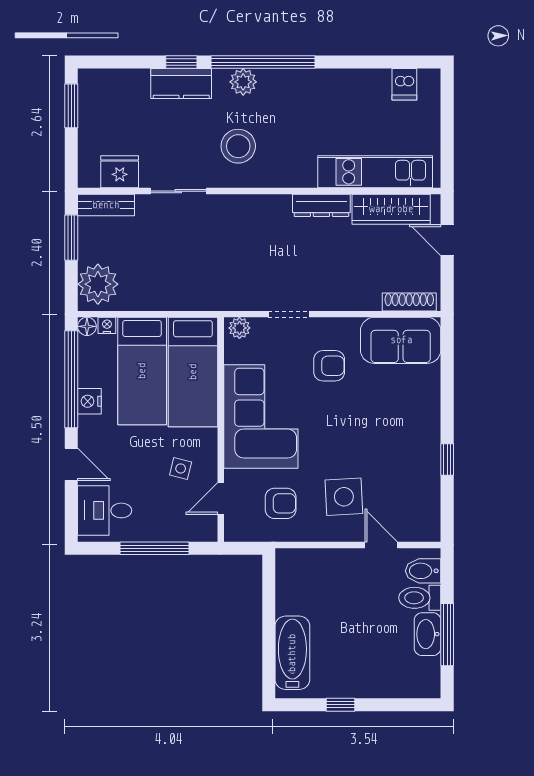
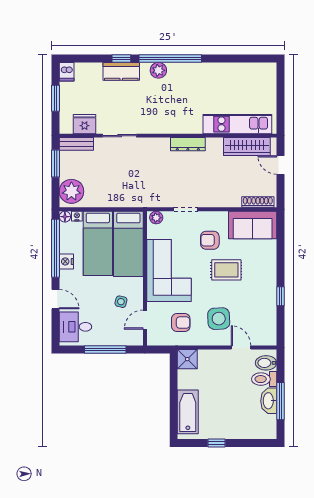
dishwasher: (404, 84) -> (67, 72), moved
window: (71, 106) -> (55, 98), moved
stool: (238, 146) -> (155, 109), removed
dresser: (321, 205) -> (188, 144), moved
armchair: (329, 366) -> (210, 240), turned 180
rug: (357, 415) -> (226, 270), added
shower: (292, 564) -> (187, 359), added

